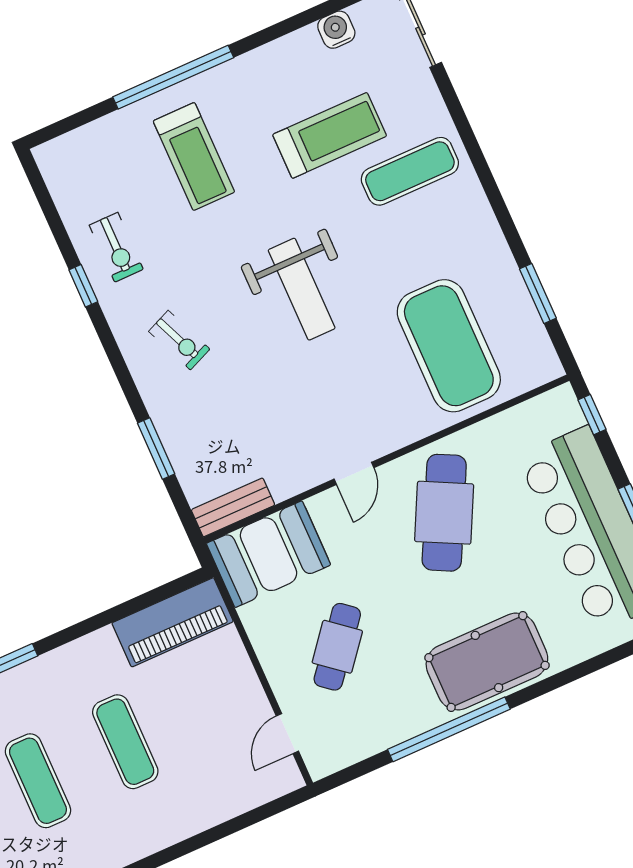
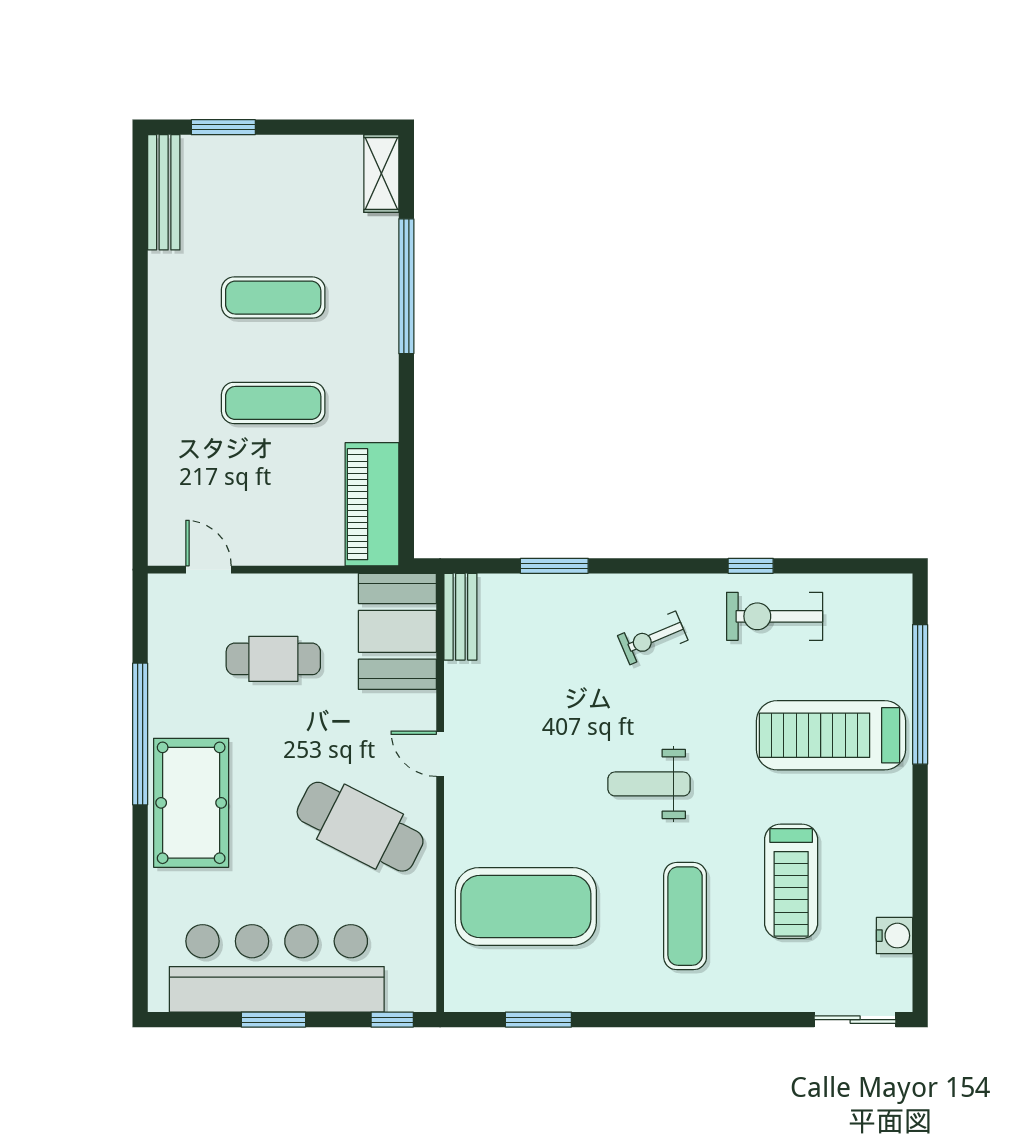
window: (173, 77) -> (920, 694), moved
treadmill: (194, 156) -> (831, 735), width x1.37, depth x1.38
exercise mat: (410, 171) -> (685, 916), moved
exercise bike: (116, 247) -> (775, 616), width x1.38, depth x1.39
weight bench: (302, 289) -> (649, 784), width x0.73, depth x0.75
cafe table: (337, 647) -> (273, 659), turned -39

